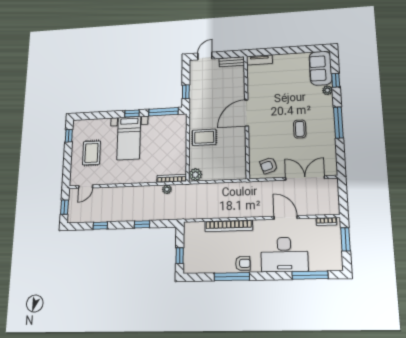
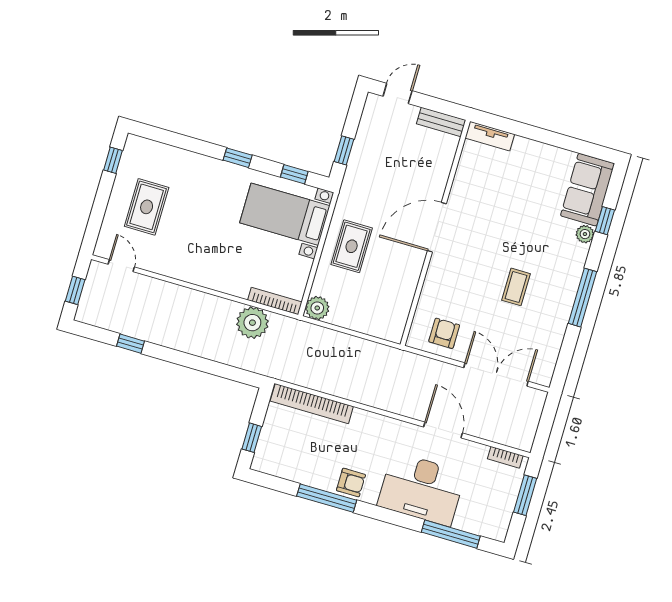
window: (163, 112) -> (294, 174), width x0.46
rug: (204, 137) -> (352, 246), turned 90
bed with nightstands: (129, 138) -> (285, 214), moved, turned 90
armchair: (269, 166) -> (444, 333), turned 108
door: (86, 187) -> (121, 266), swing flipped
plant: (167, 189) -> (252, 323), width x1.87, depth x1.87
window: (142, 224) -> (203, 365), removed
bookcase: (229, 226) -> (312, 404), moved

